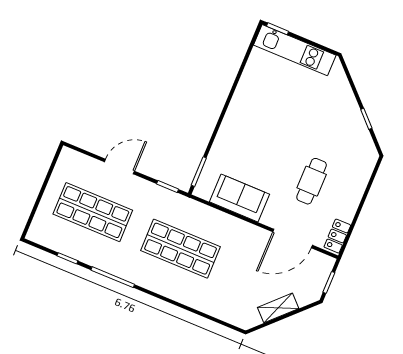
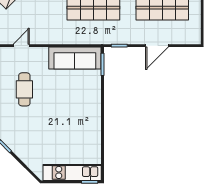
sofa: (239, 198) -> (75, 58), width x1.36
door: (293, 239) -> (21, 46), width x0.53

